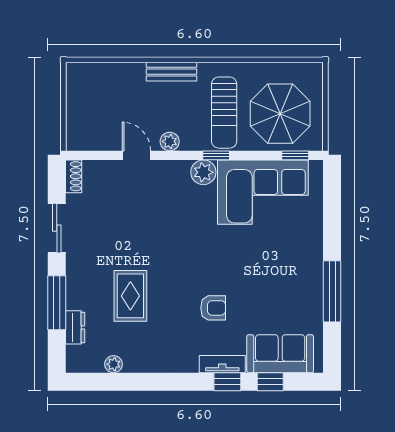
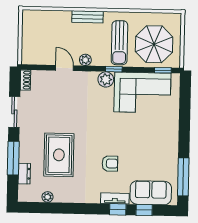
window: (332, 291) -> (183, 177), moved
rug: (130, 296) -> (59, 155), width x1.36, depth x1.43

